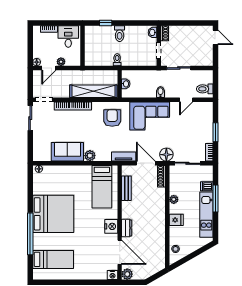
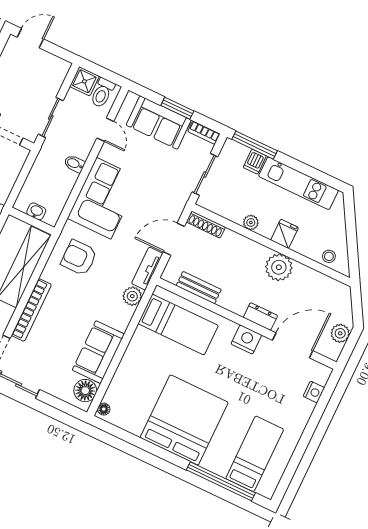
shower: (206, 77) -> (84, 81), added
sofa: (203, 126) -> (159, 123), added
floor lamp: (166, 155) -> (85, 391), moved
plant: (90, 156) -> (132, 296), moved
window: (215, 198) -> (255, 145), moved
plant: (157, 225) -> (279, 267), added
window: (30, 234) -> (221, 481), moved
plant: (127, 274) -> (340, 333), moved
nightstand: (112, 275) -> (314, 392), moved

